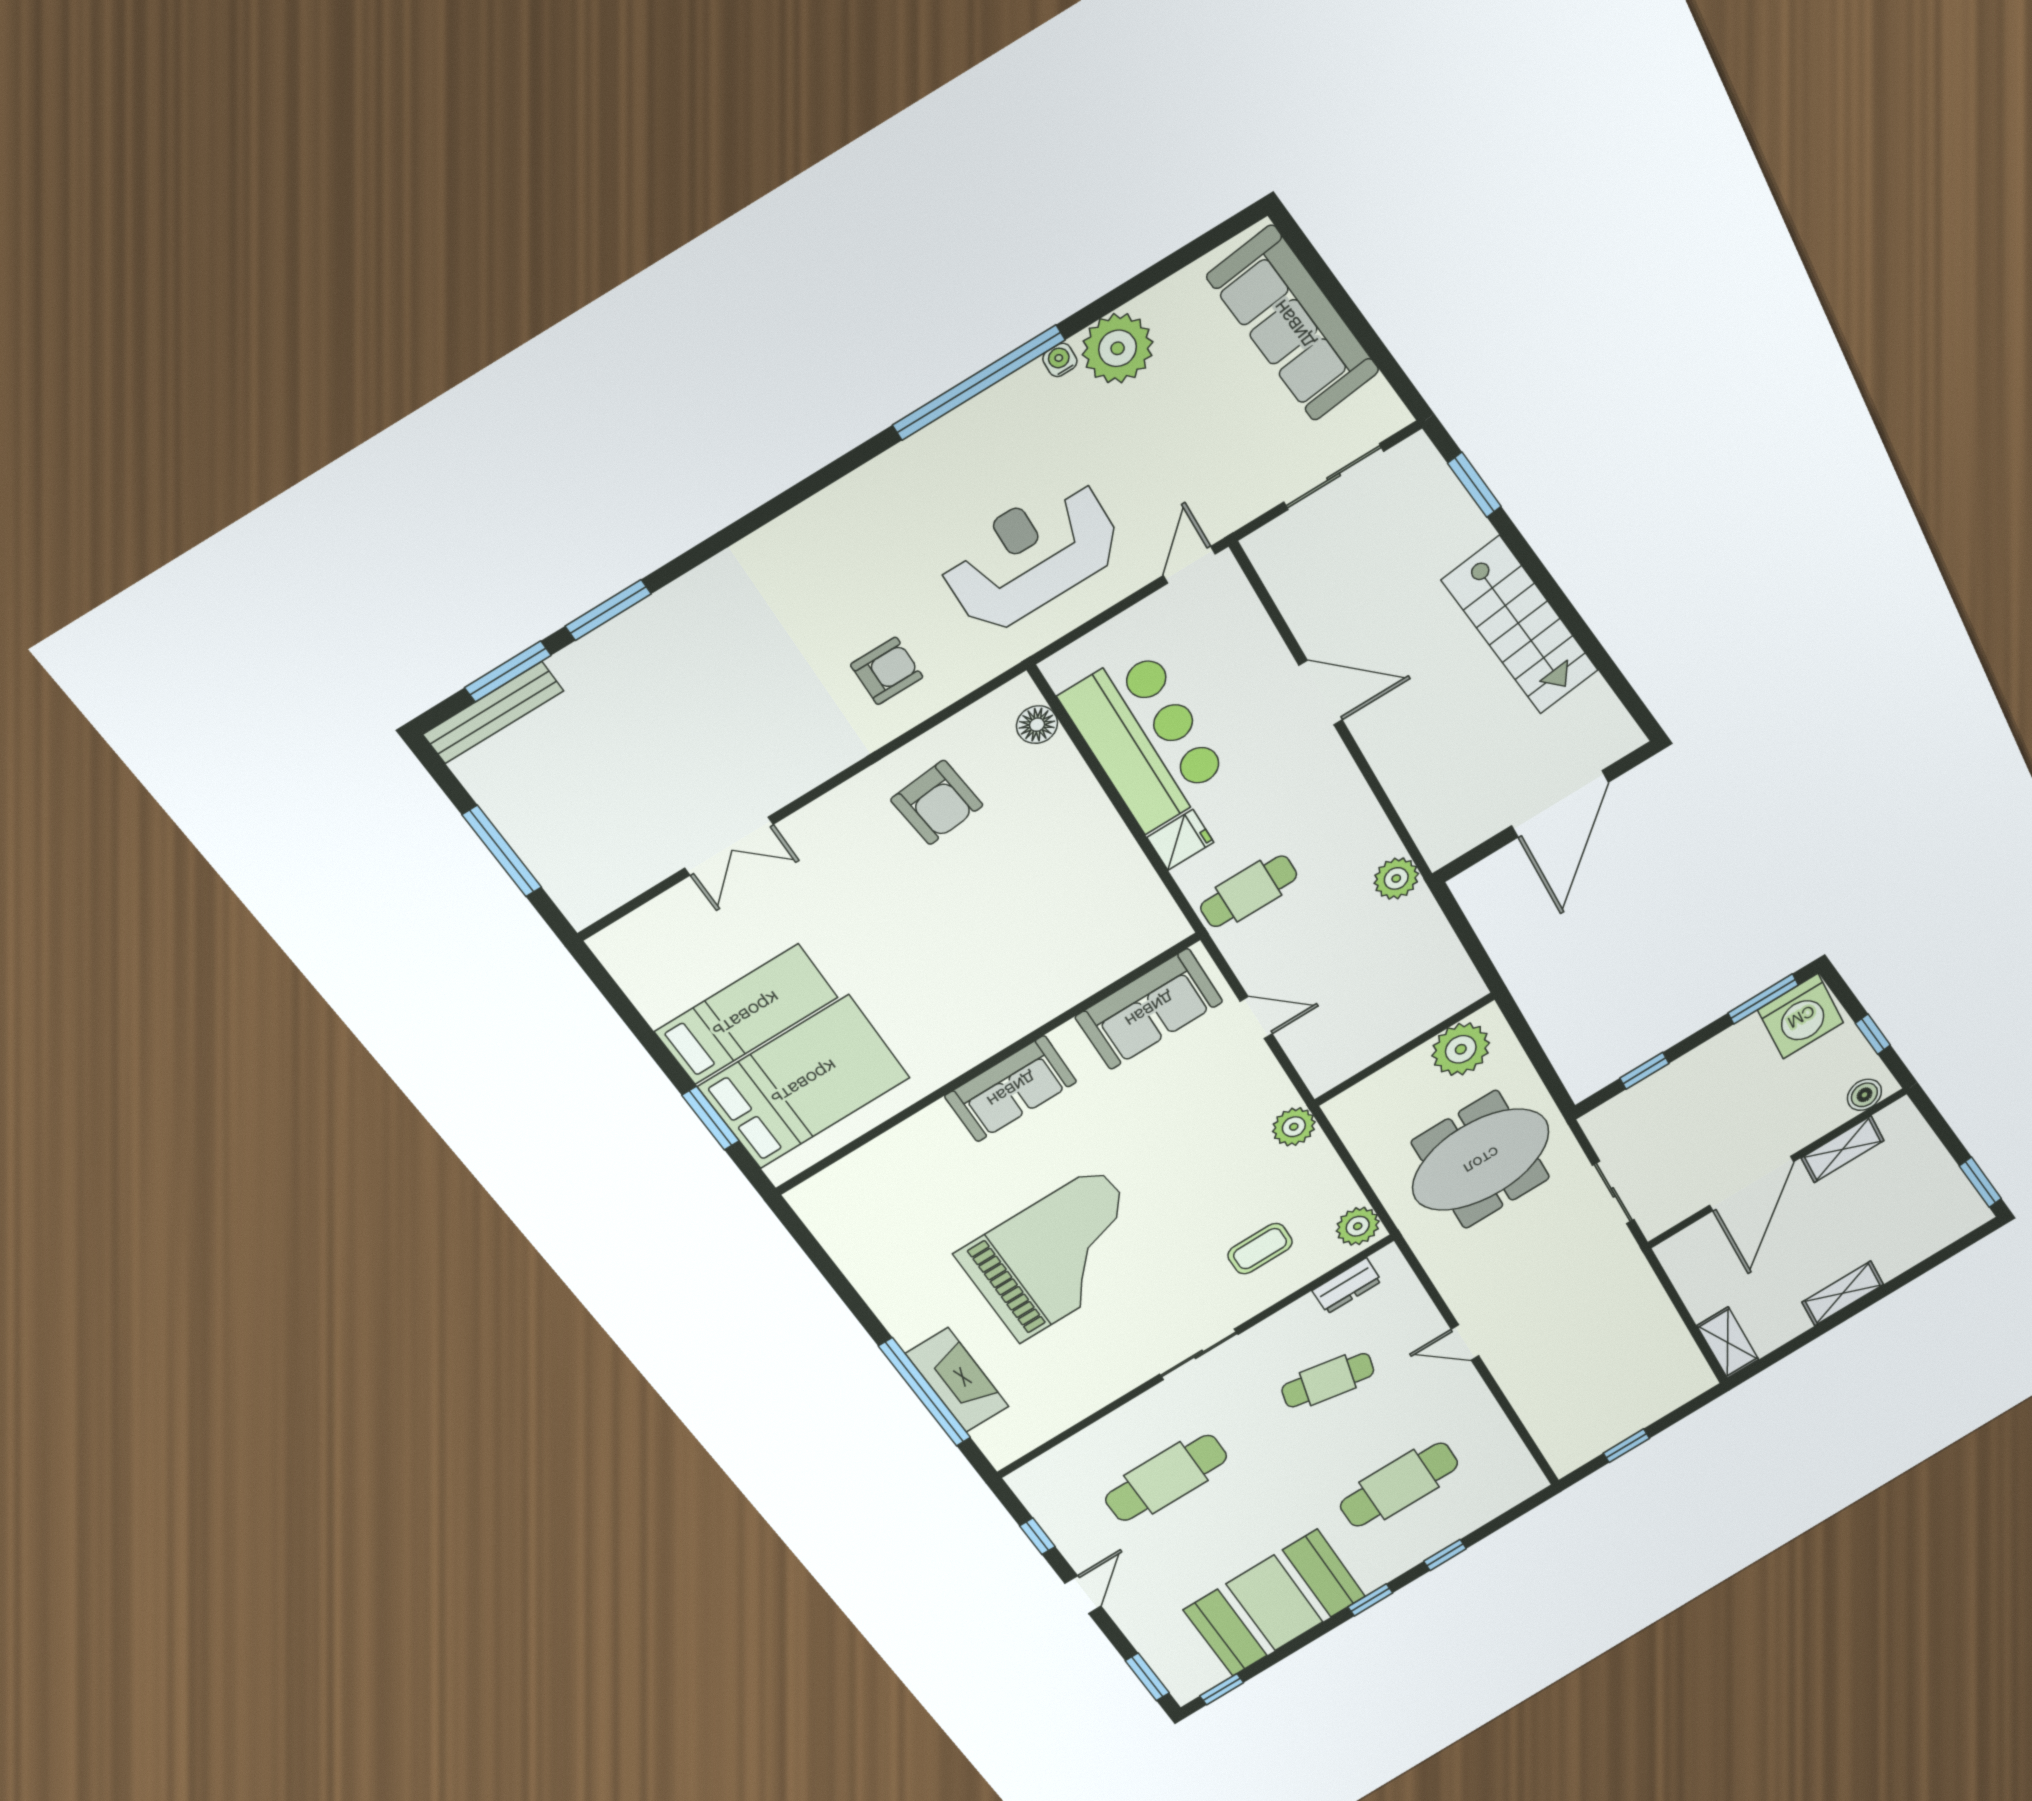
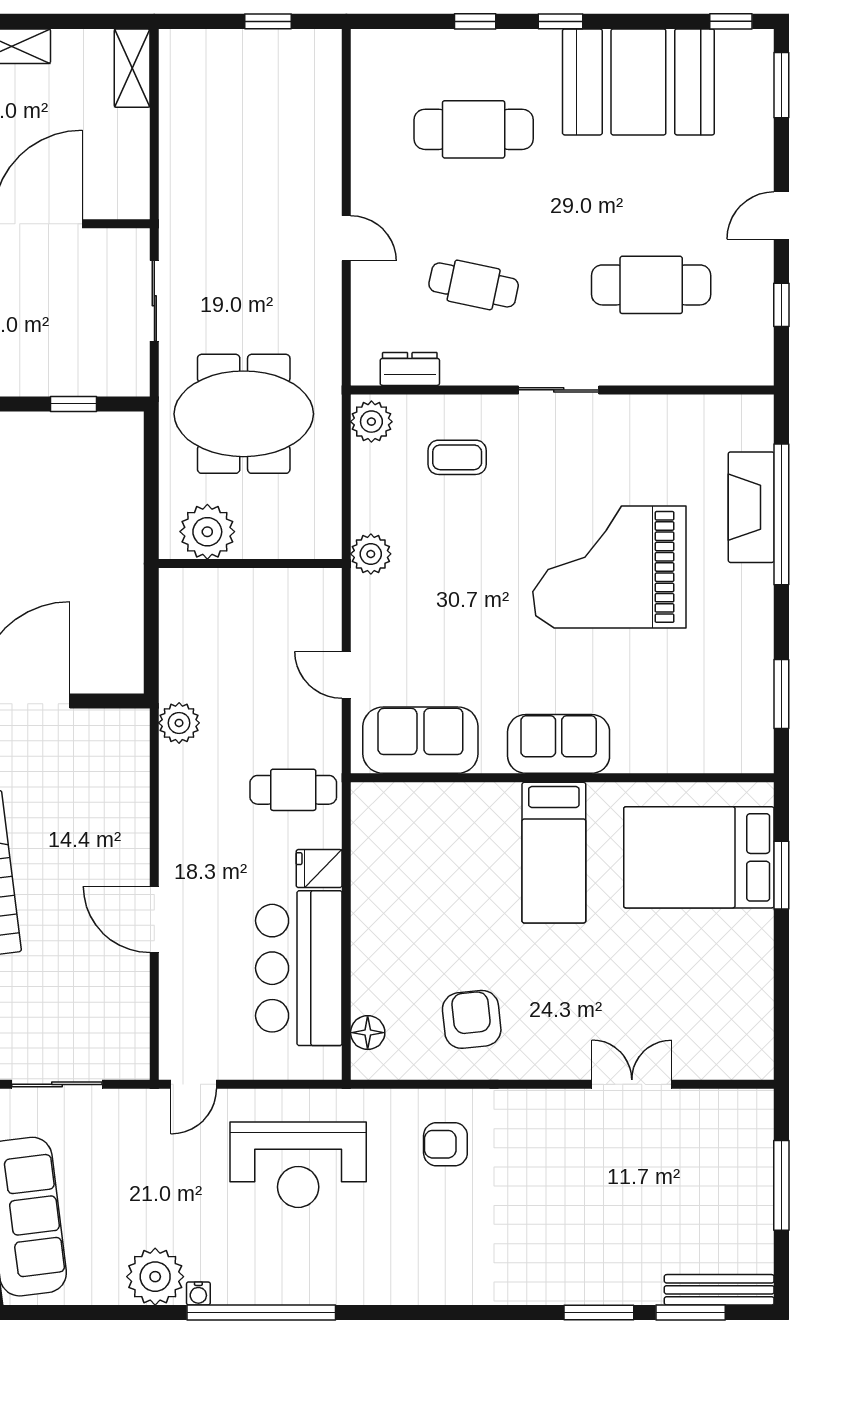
bed: (746, 1014) -> (554, 853), moved, turned -90
window: (822, 1260) -> (781, 694), added

